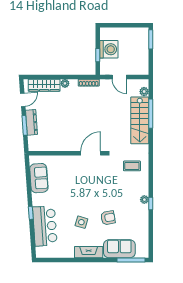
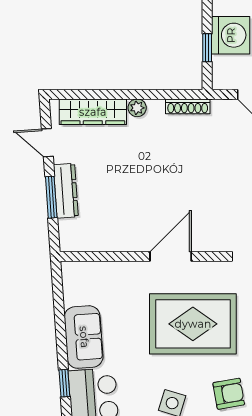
door: (23, 100) -> (47, 143), swing flipped
door: (91, 153) -> (171, 256), moved
sofa: (39, 178) -> (84, 337), moved
rug: (91, 185) -> (193, 324), added

